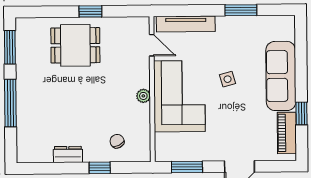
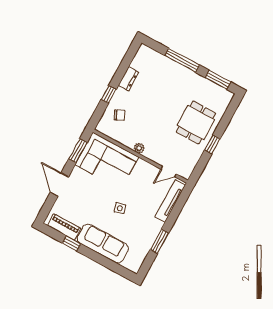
corner sofa: (179, 96) -> (107, 161), moved

